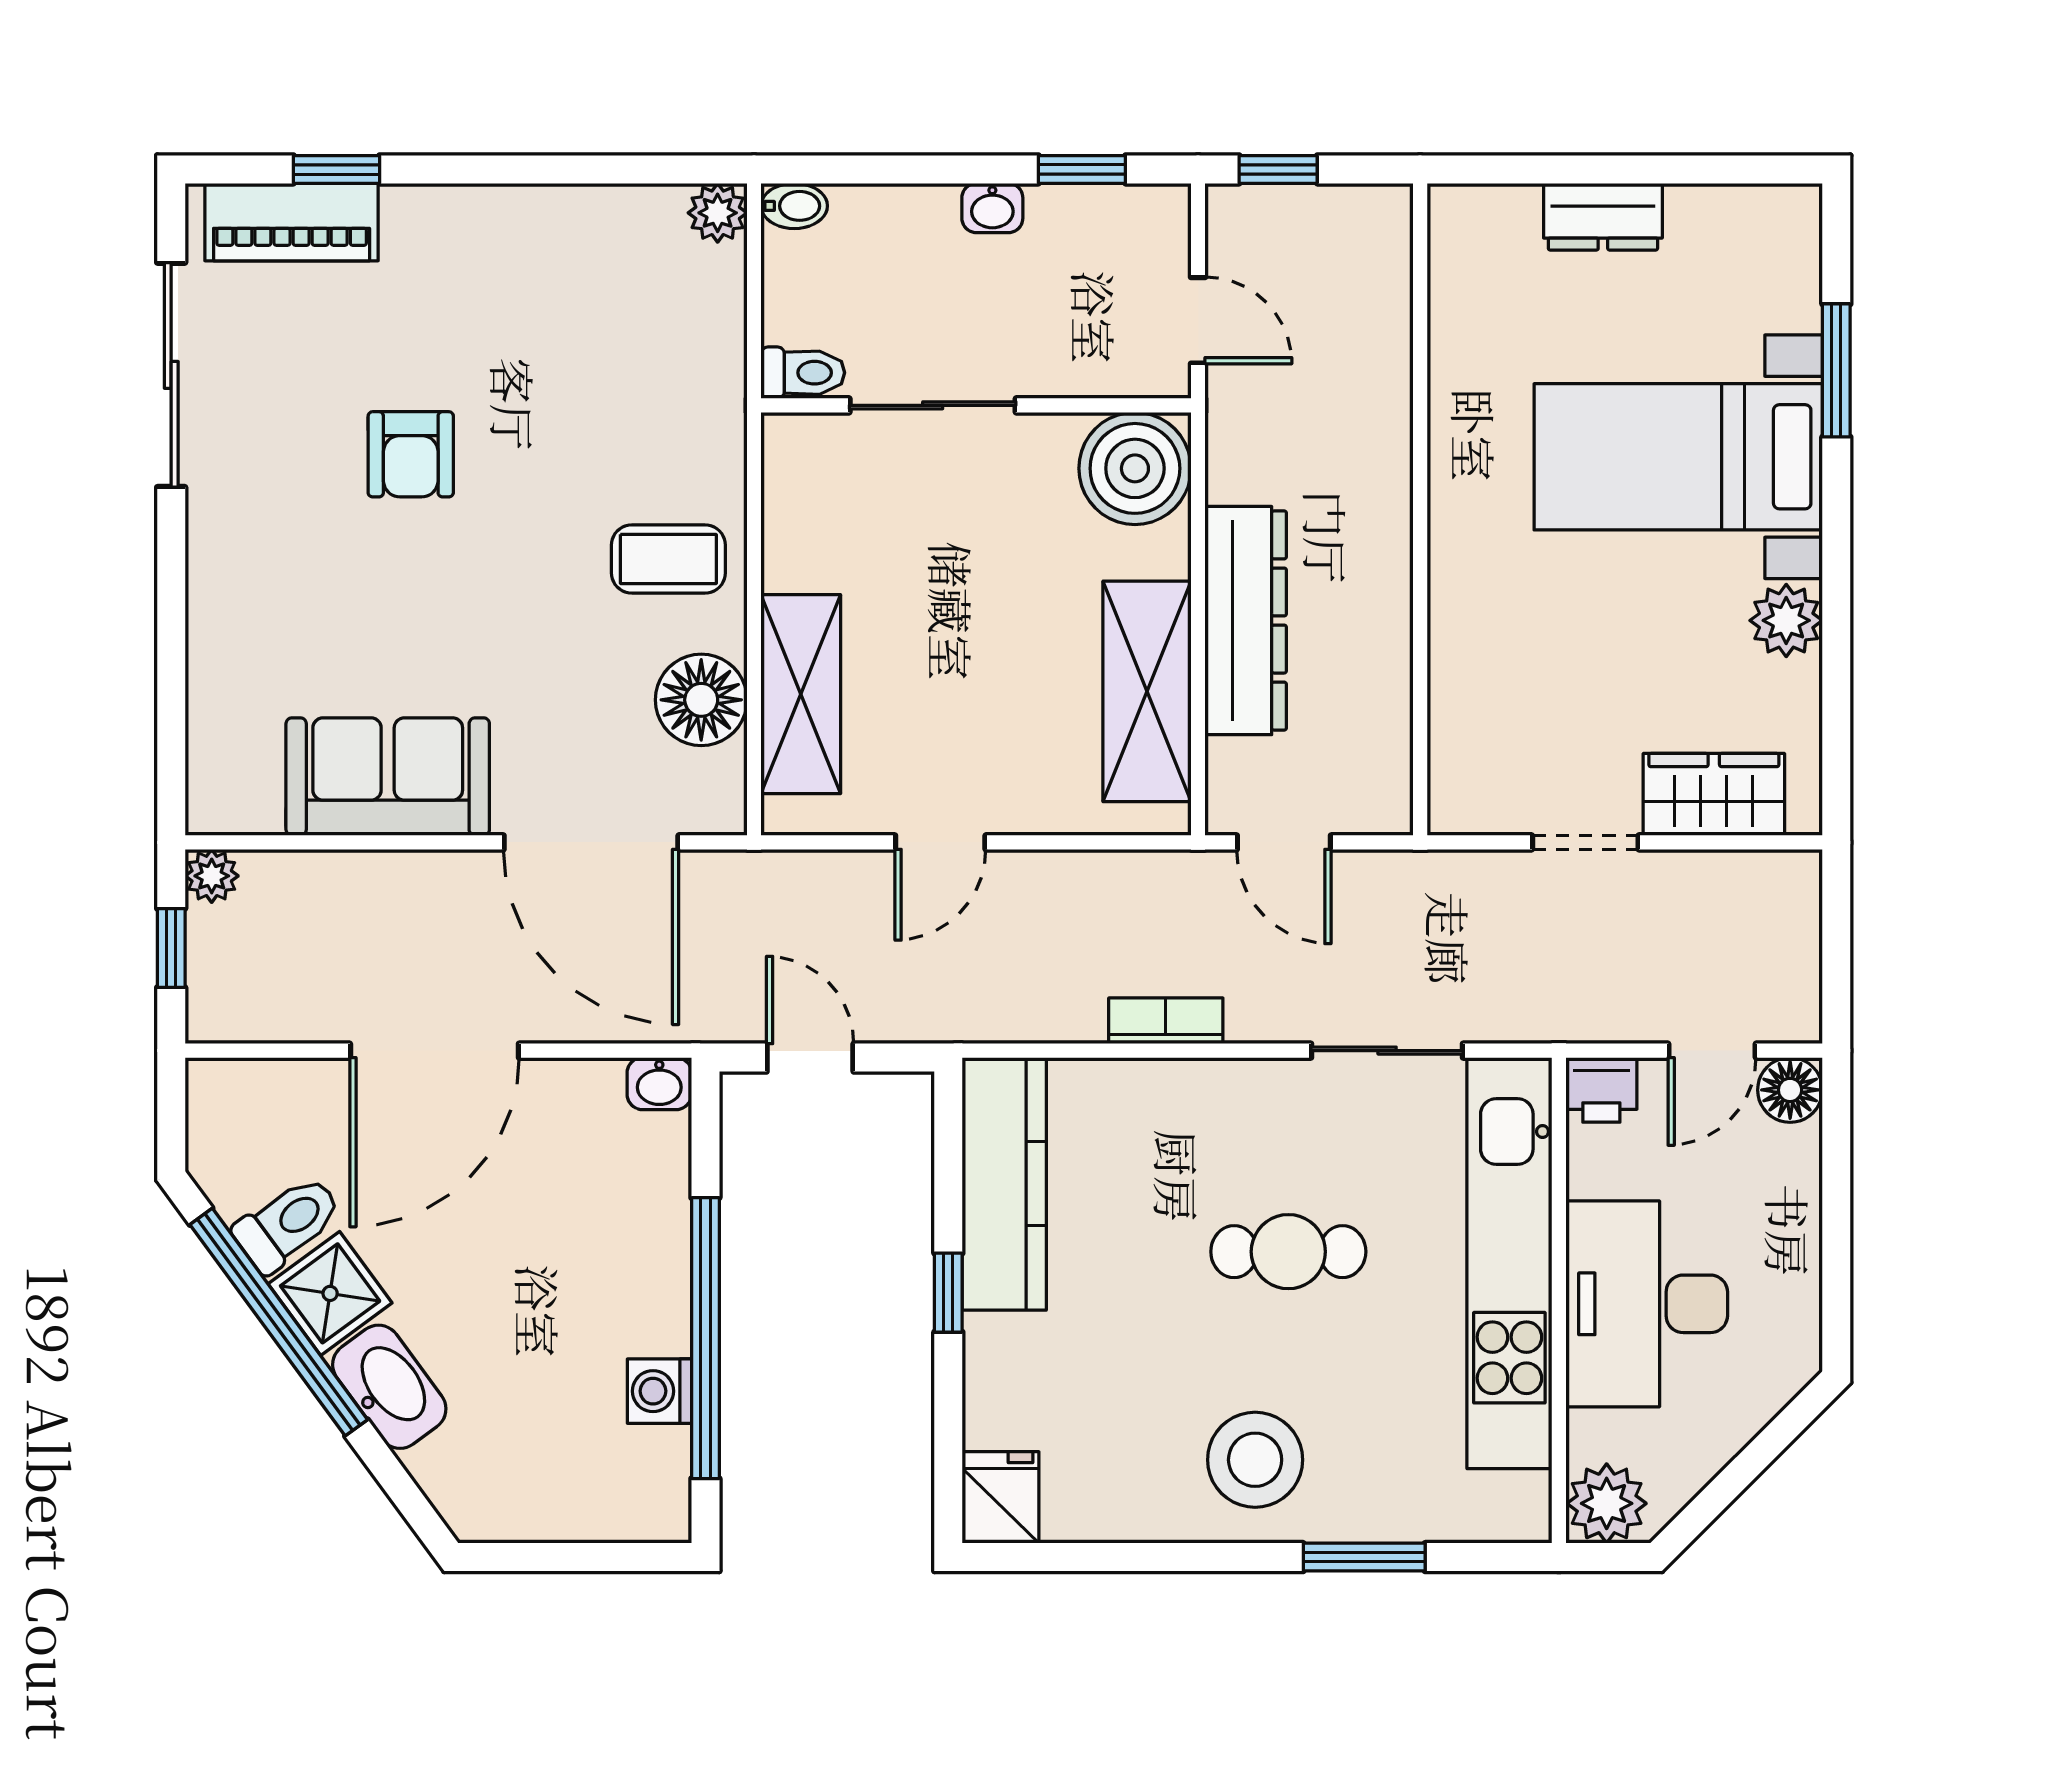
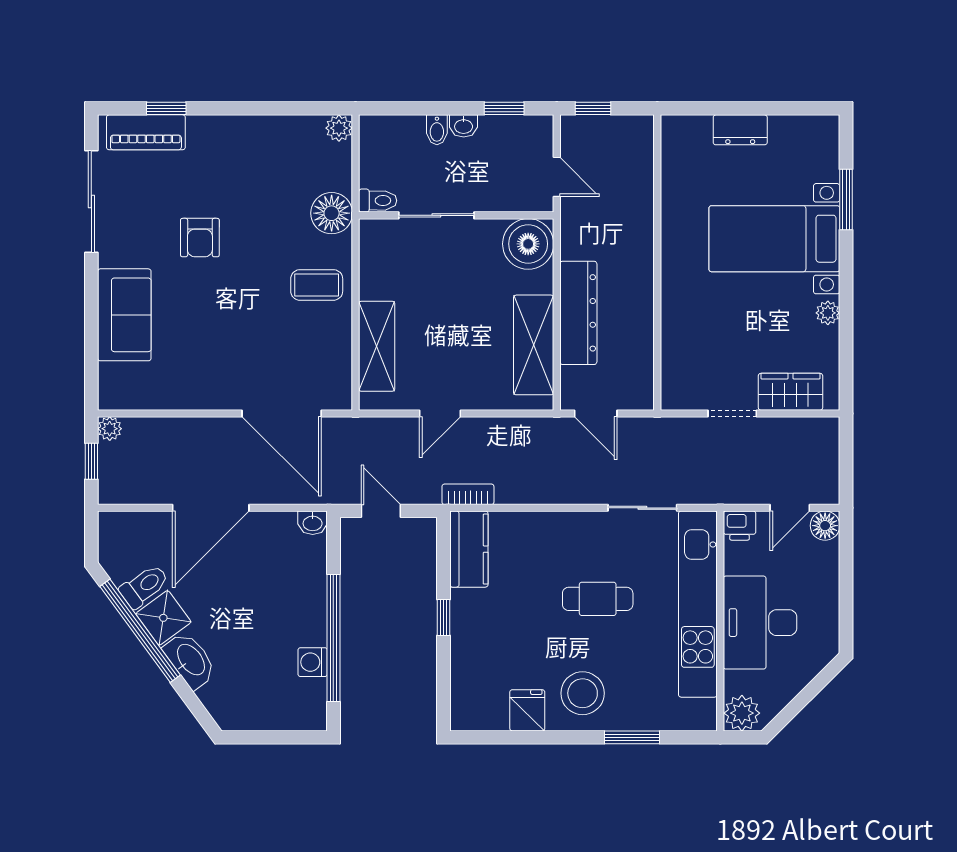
bidet: (794, 206) -> (437, 130), moved, turned 90
plant: (1786, 620) -> (828, 313), width x0.73, depth x0.73
floor lamp: (701, 700) -> (332, 213), moved
sofa: (388, 777) -> (124, 315), moved, turned 90
bookcase: (1166, 1021) -> (468, 494), moved
kitchen counter: (1004, 1184) -> (469, 549), width x0.67
fridge: (1001, 1497) -> (527, 710), moved

